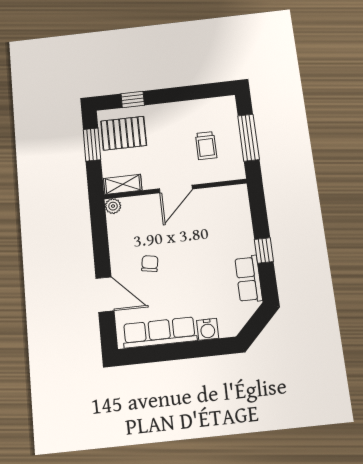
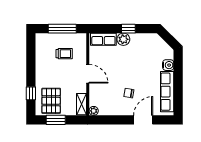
plant: (244, 244) -> (123, 39), added
row of seats: (249, 279) -> (103, 39), moved

